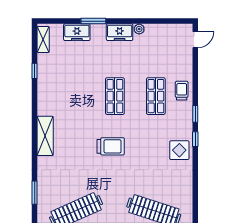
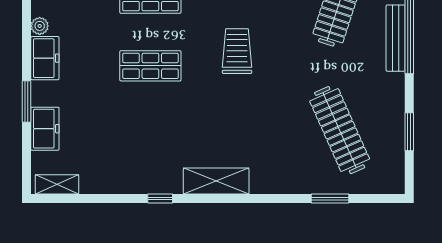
window: (35, 71) -> (160, 198), moved
trolley: (111, 146) -> (237, 51), moved
window: (35, 193) -> (330, 198), moved

